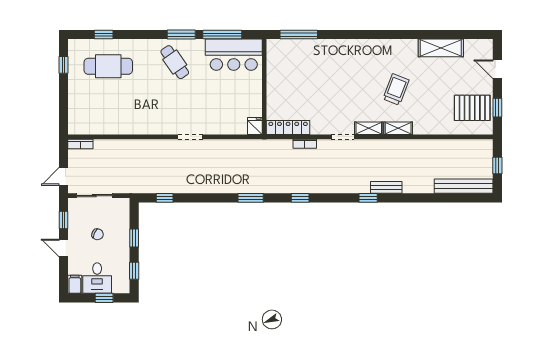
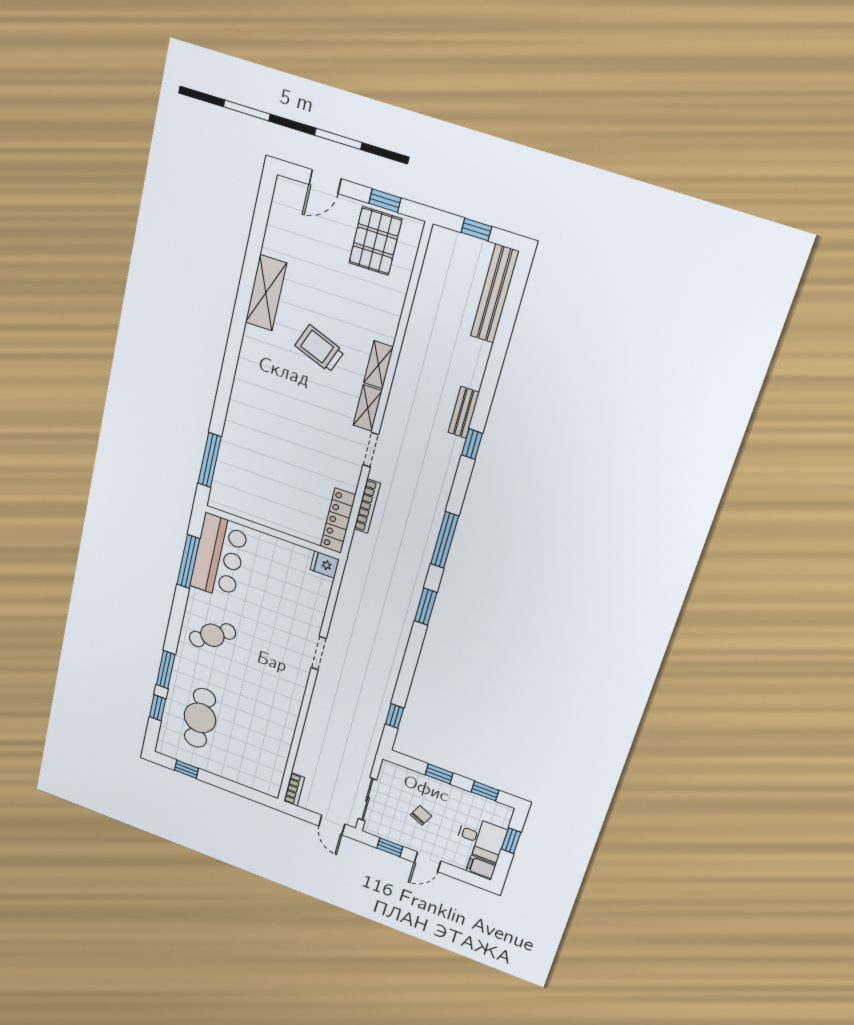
window: (181, 35) -> (166, 670), moved
shelving: (441, 48) -> (266, 293), moved
bookcase: (305, 144) -> (367, 506), width x1.56
window: (300, 198) -> (445, 540), width x2.17

